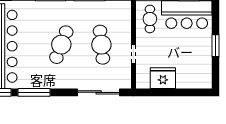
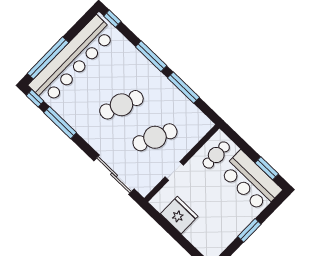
cafe table: (101, 45) -> (155, 137), turned 30

